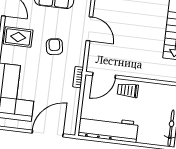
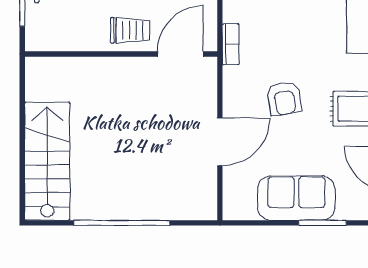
door: (89, 29) -> (220, 142), swing flipped

